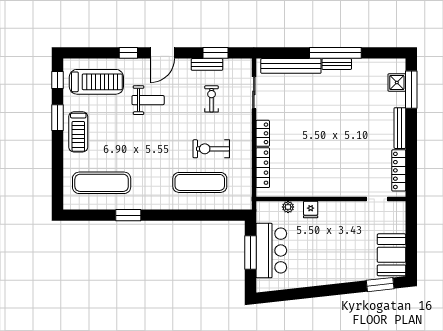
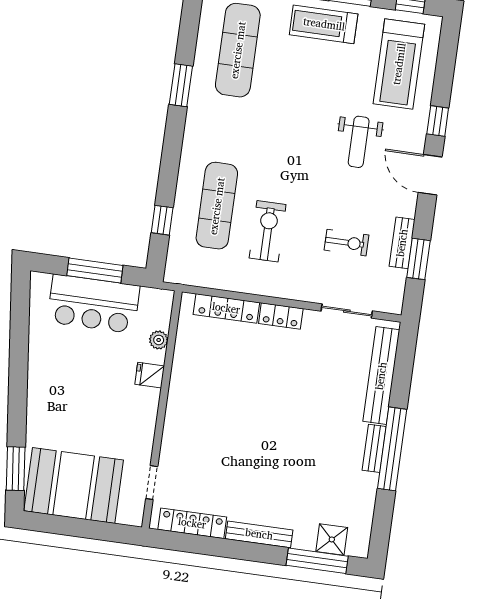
window: (214, 215) -> (162, 220), added
booth: (392, 255) -> (74, 485), width x1.36, depth x1.42

